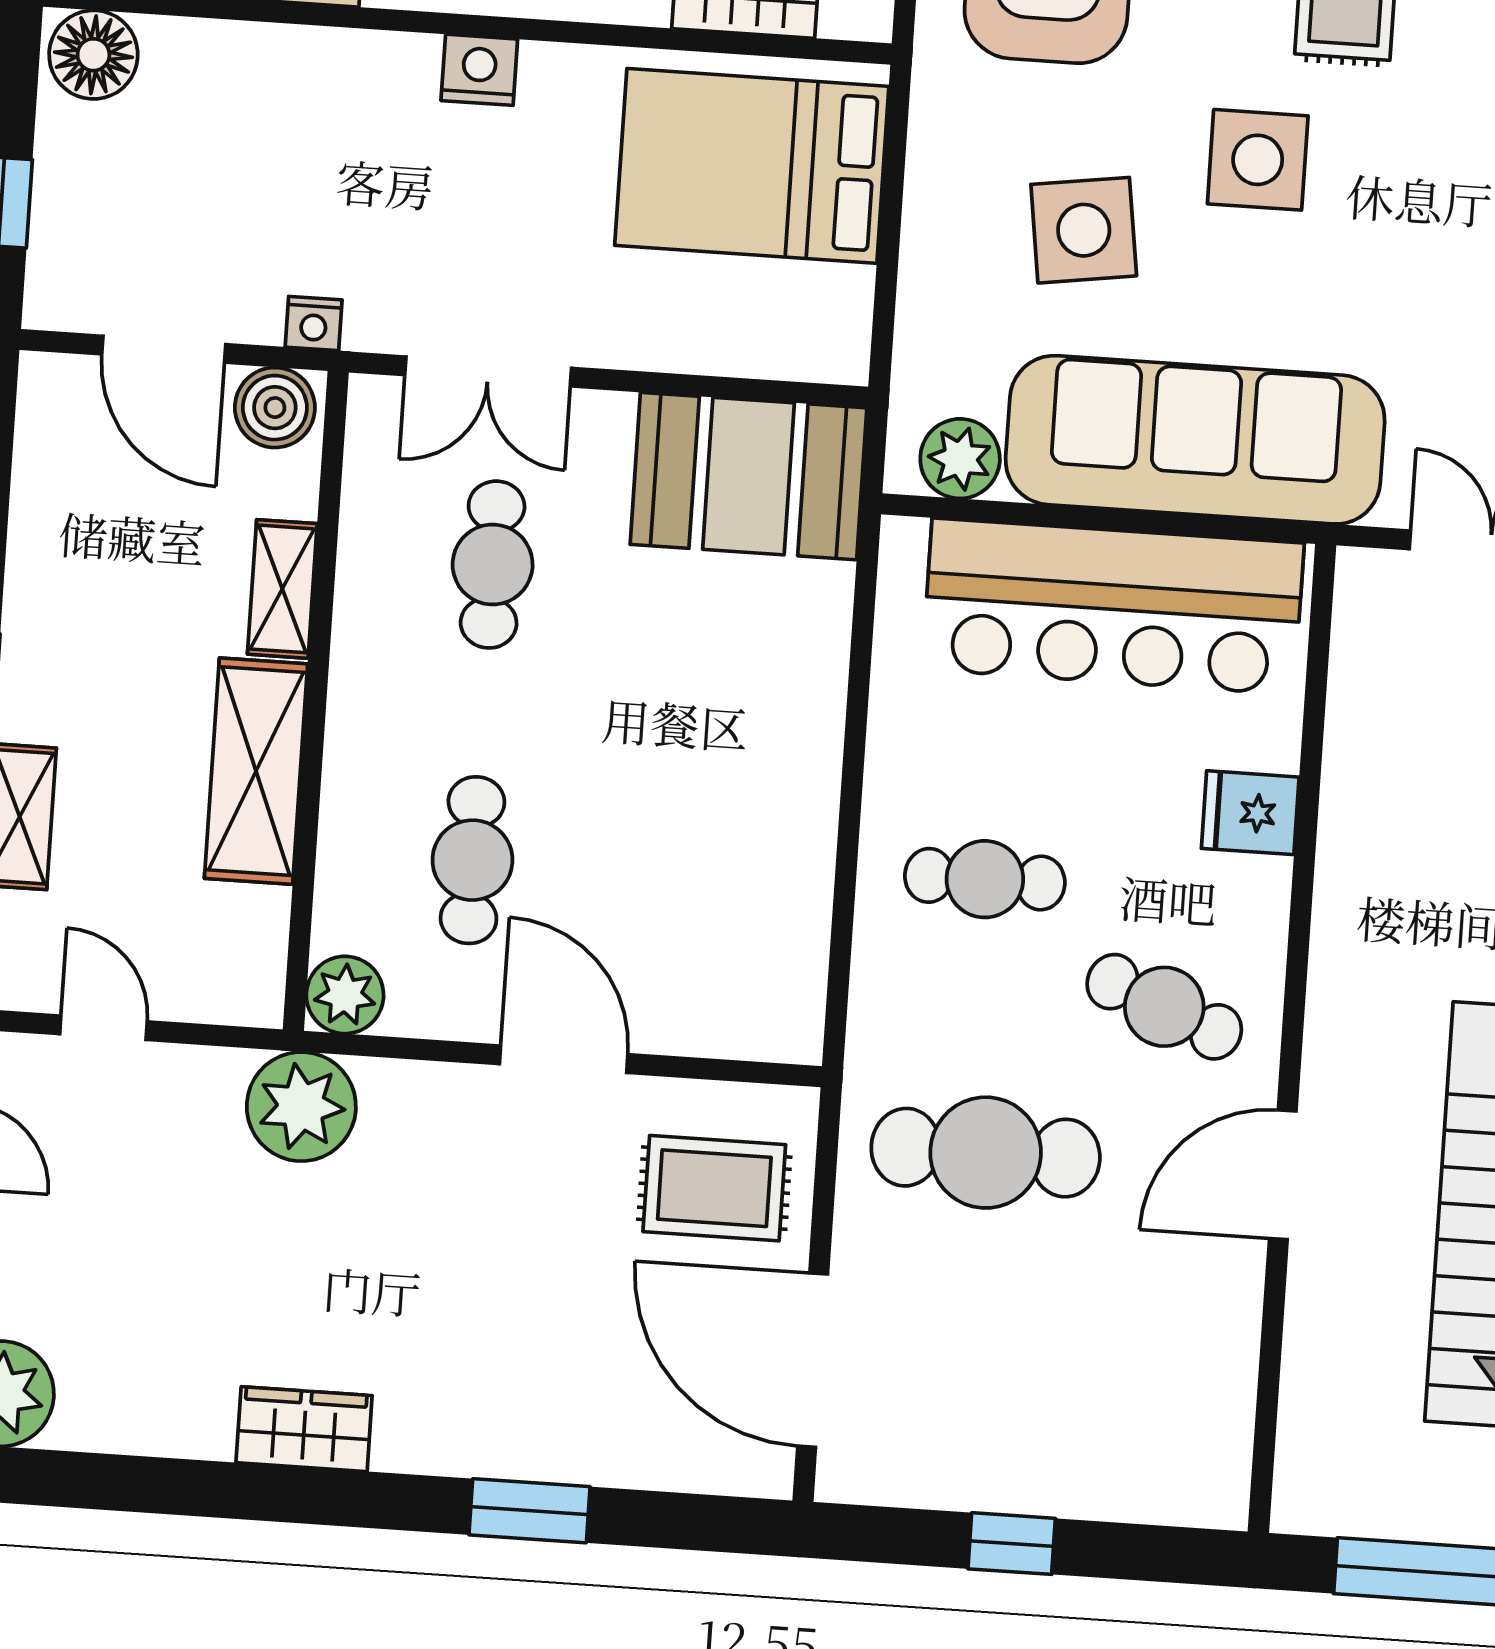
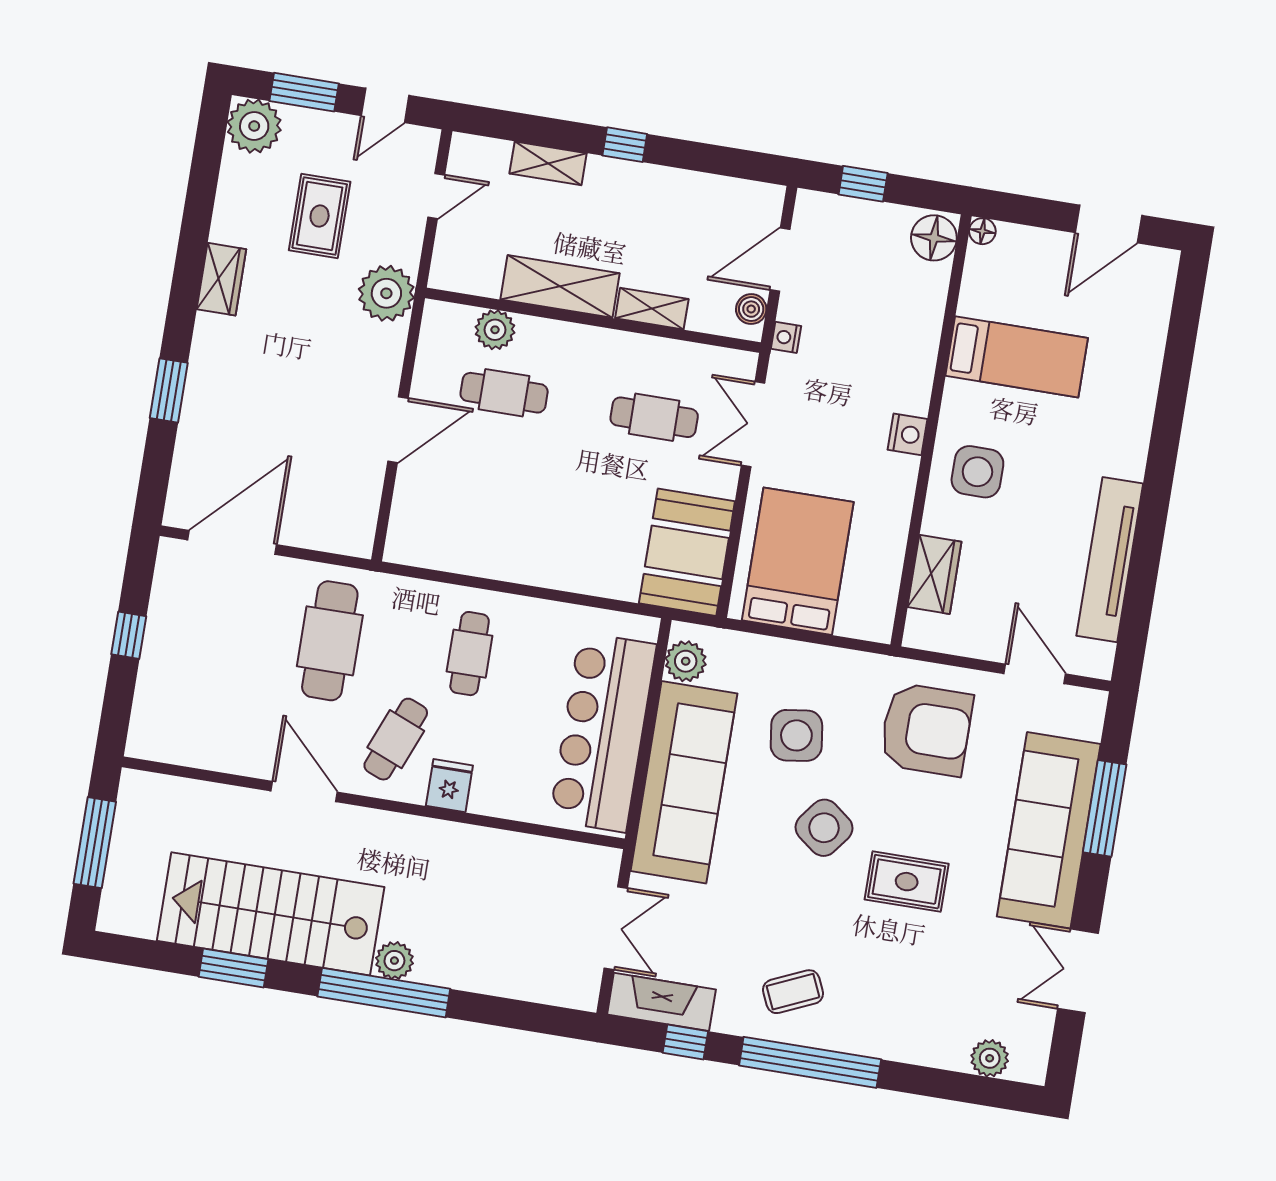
side table: (1258, 160) -> (824, 828), turned 37
bed: (752, 166) -> (798, 561), moved
boiler: (275, 408) -> (751, 309), width x0.73, depth x0.73
fridge: (1250, 813) -> (449, 786), moved
plant: (345, 995) -> (495, 330), moved
rug: (714, 1188) -> (320, 216), moved

